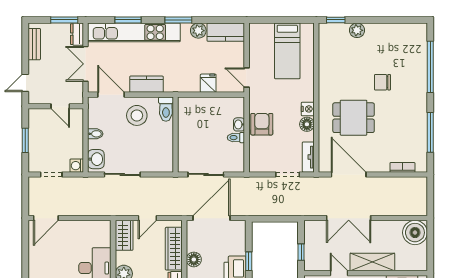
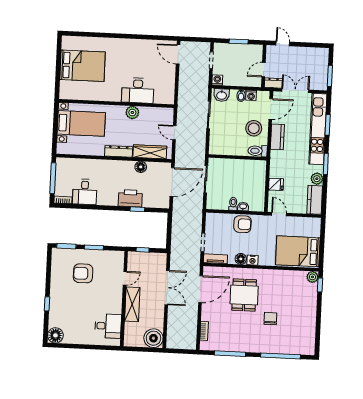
plant: (357, 30) -> (312, 277), moved
dresser: (77, 34) -> (273, 83), moved
bench: (34, 44) -> (312, 52), removed
bed: (287, 51) -> (298, 251), width x1.50
door: (247, 77) -> (279, 214), hinge flipped
washing machine: (94, 121) -> (251, 95), added
door: (212, 218) -> (172, 182), hinge flipped
double door: (349, 218) -> (167, 288), swing flipped
wardrobe: (124, 235) -> (162, 114), removed

